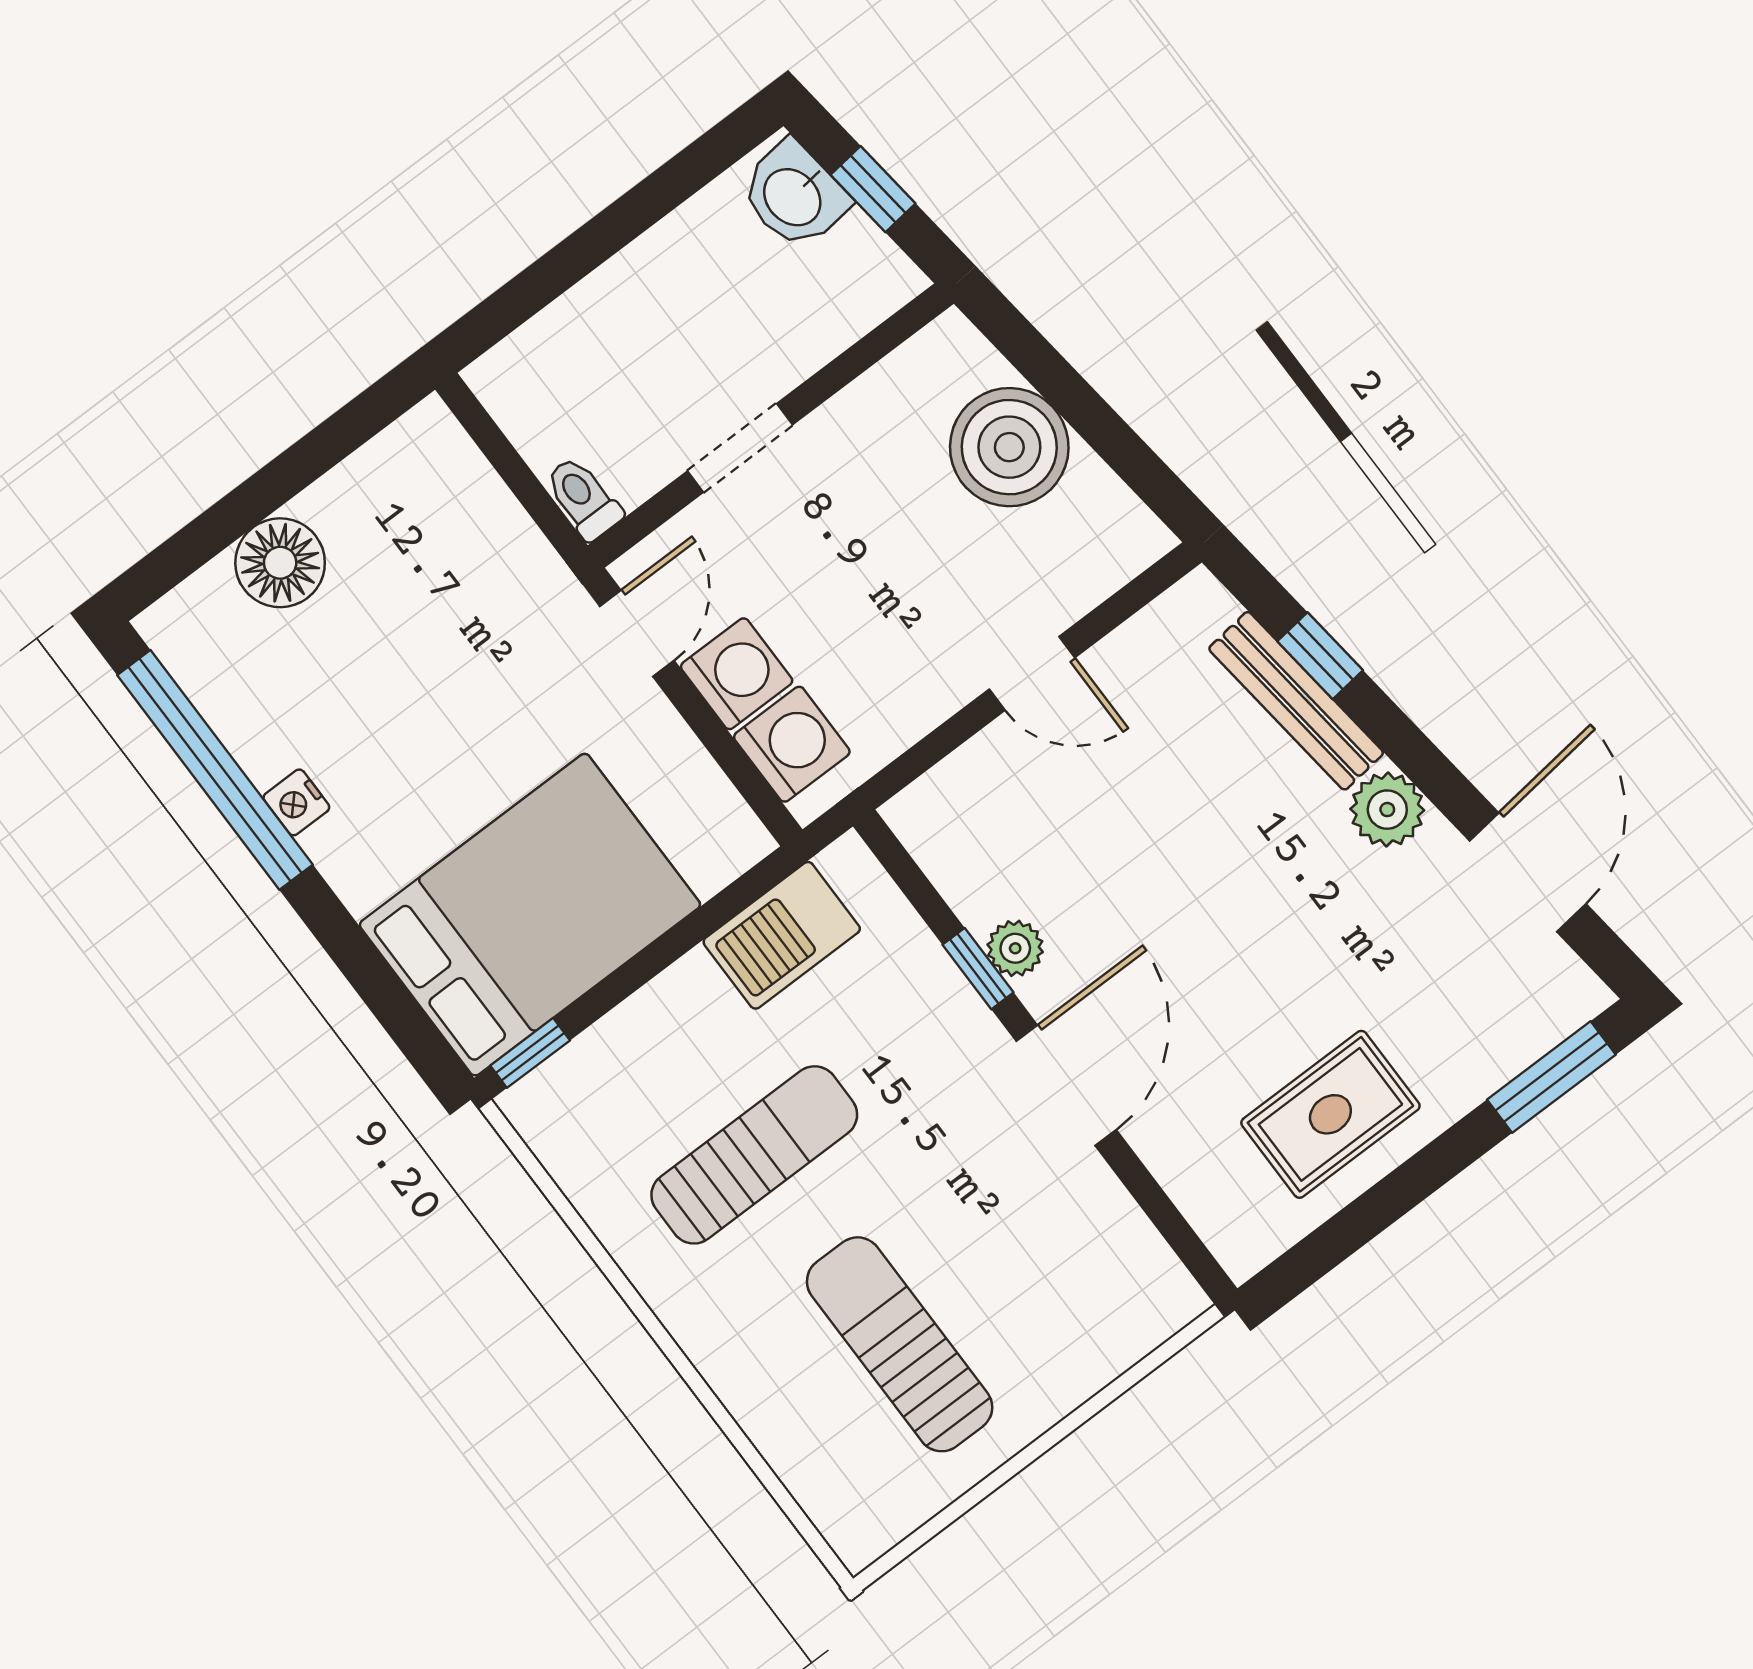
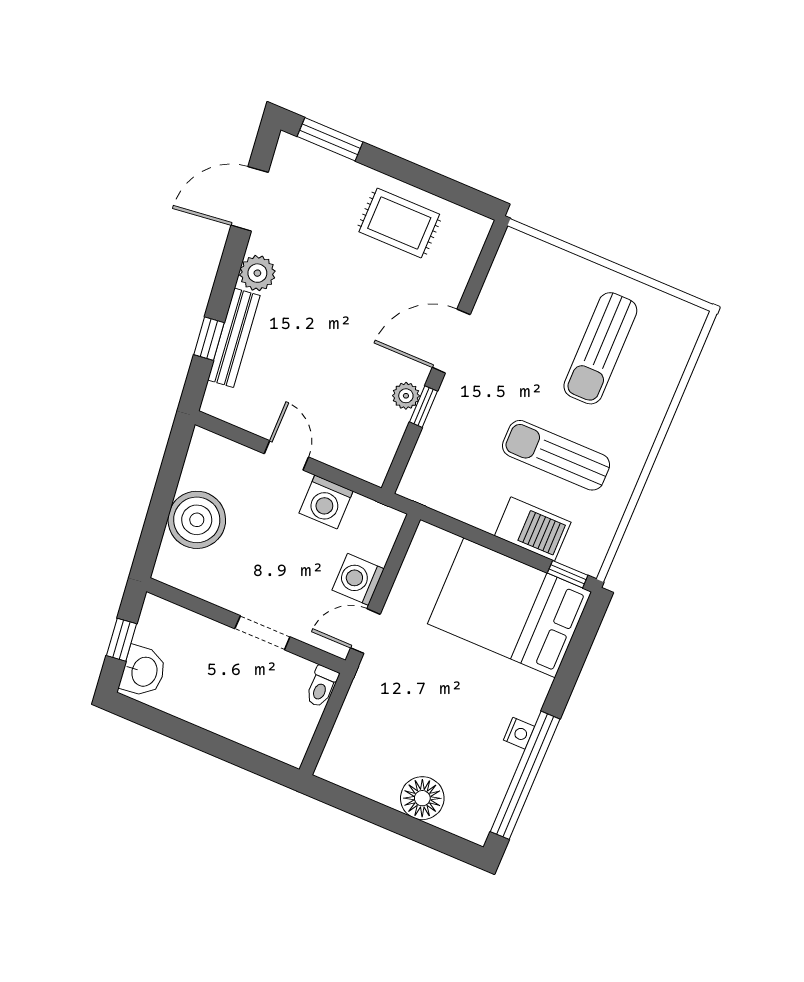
washing machine: (792, 744) -> (326, 502), moved, turned -90
barbecue: (782, 935) -> (533, 529), moved

